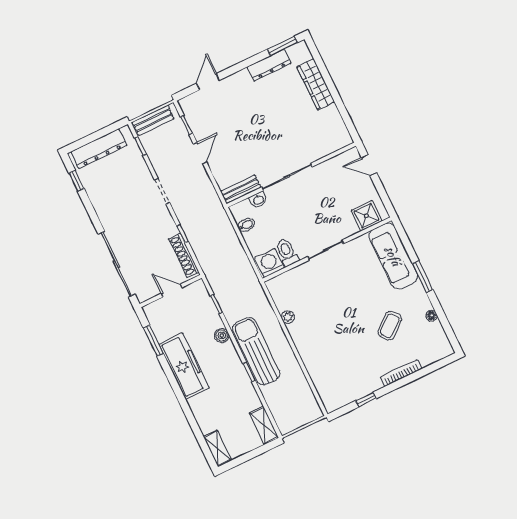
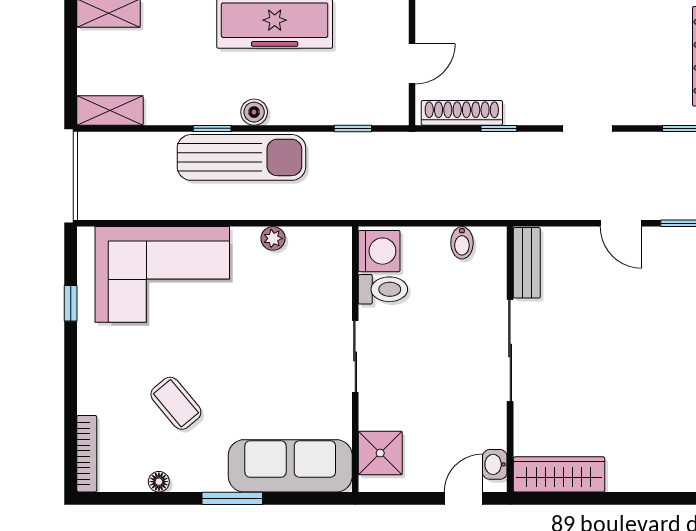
wardrobe: (316, 84) -> (559, 474), moved
washbasin: (258, 200) -> (495, 464), moved
boiler: (222, 335) -> (254, 112), moved
corner sofa: (331, 362) -> (162, 274), added
bookcase: (401, 373) -> (87, 454), moved

